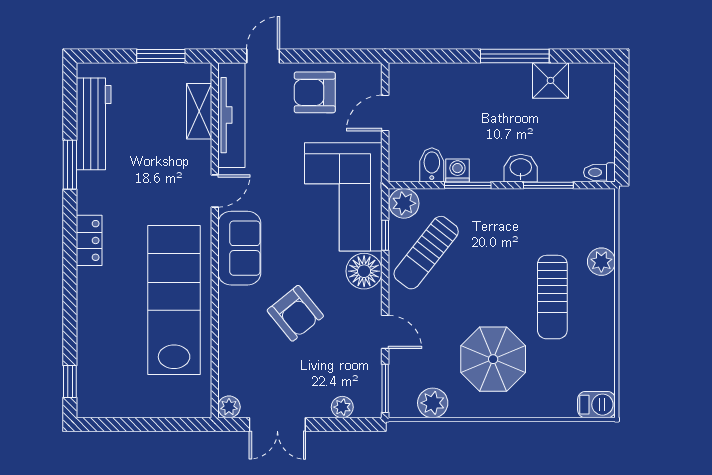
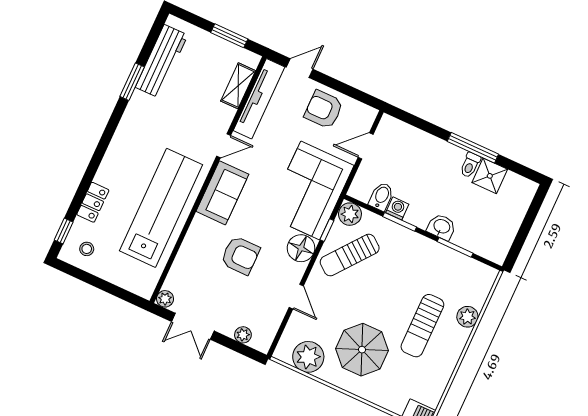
toilet: (599, 172) -> (470, 165), moved, turned -90
locker: (89, 240) -> (93, 202), moved
armchair: (295, 313) -> (240, 255), turned -51
window: (385, 388) -> (278, 336), removed
stool: (108, 390) -> (87, 249), added
plant: (433, 403) -> (308, 357), width x1.36, depth x1.36

